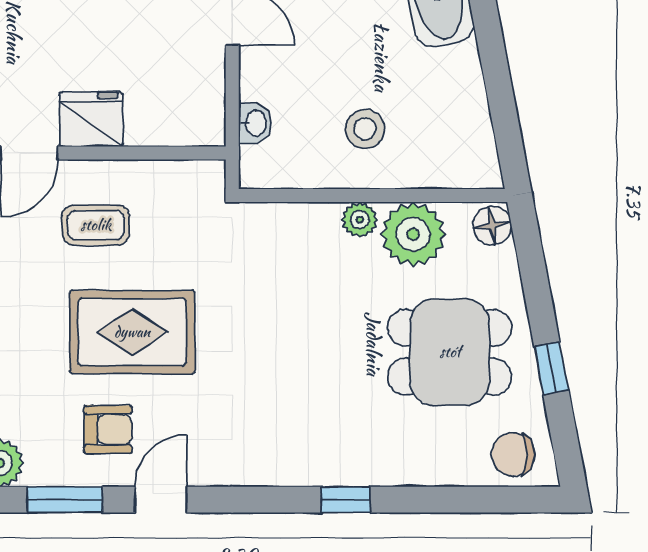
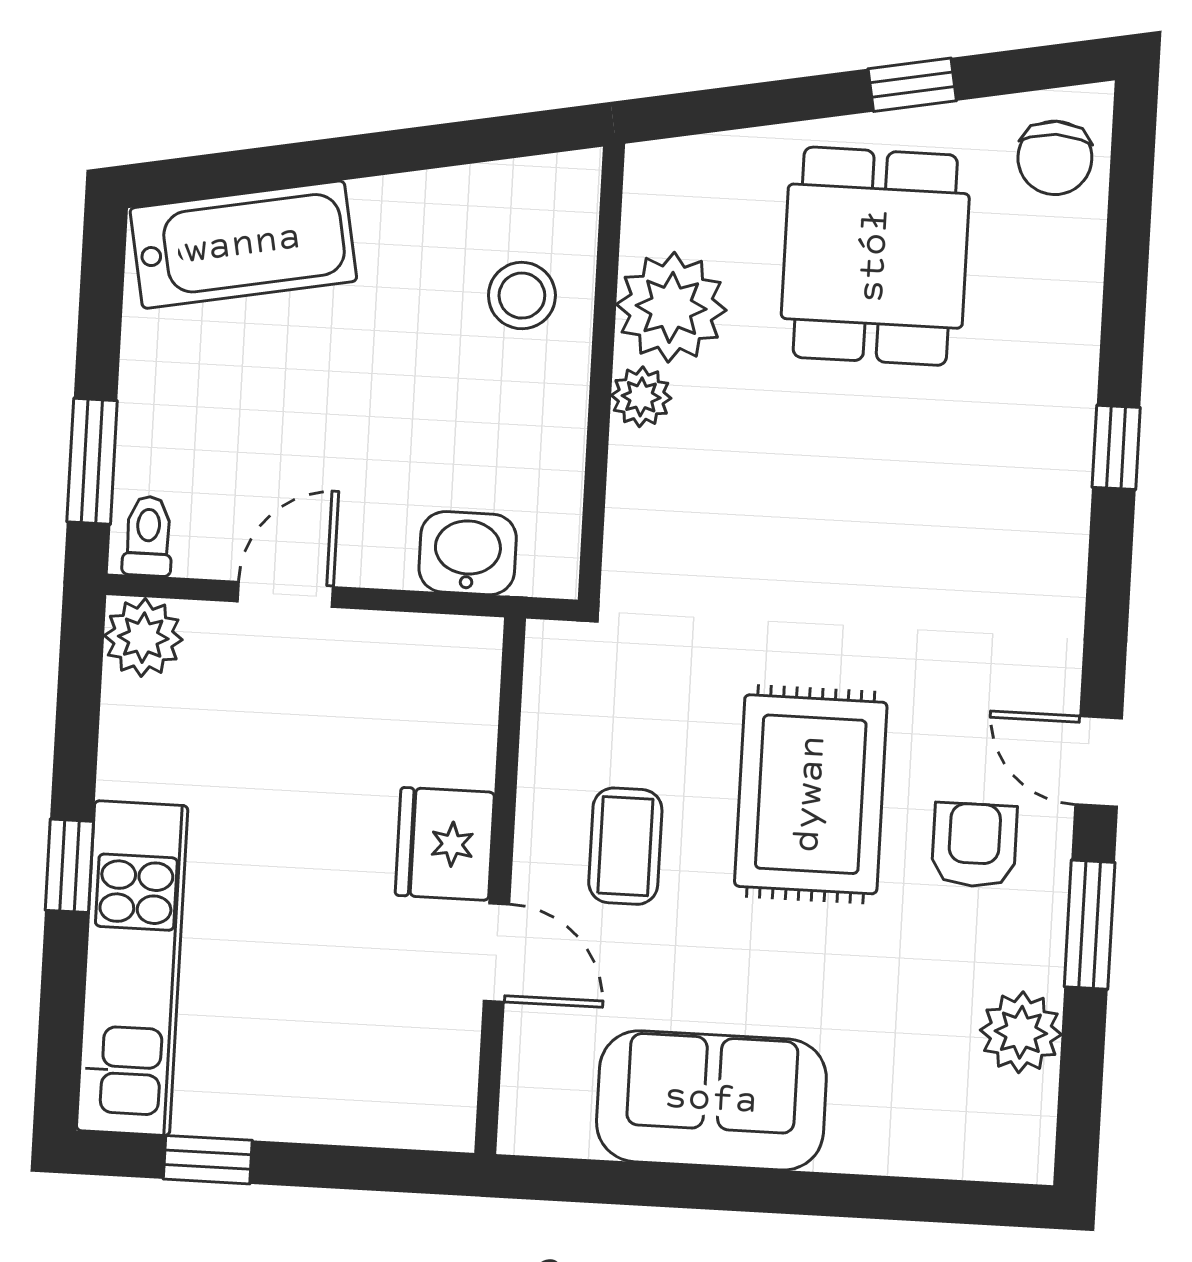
washbasin: (255, 123) -> (468, 553), width x1.38, depth x1.45
stool: (365, 129) -> (522, 296), moved
floor lamp: (492, 225) -> (664, 172), removed

